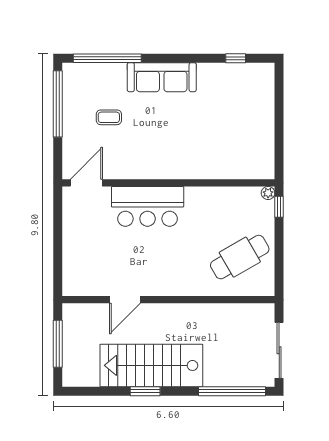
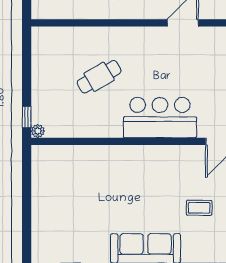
cafe table: (240, 257) -> (99, 77), moved, width x0.73, depth x0.74

